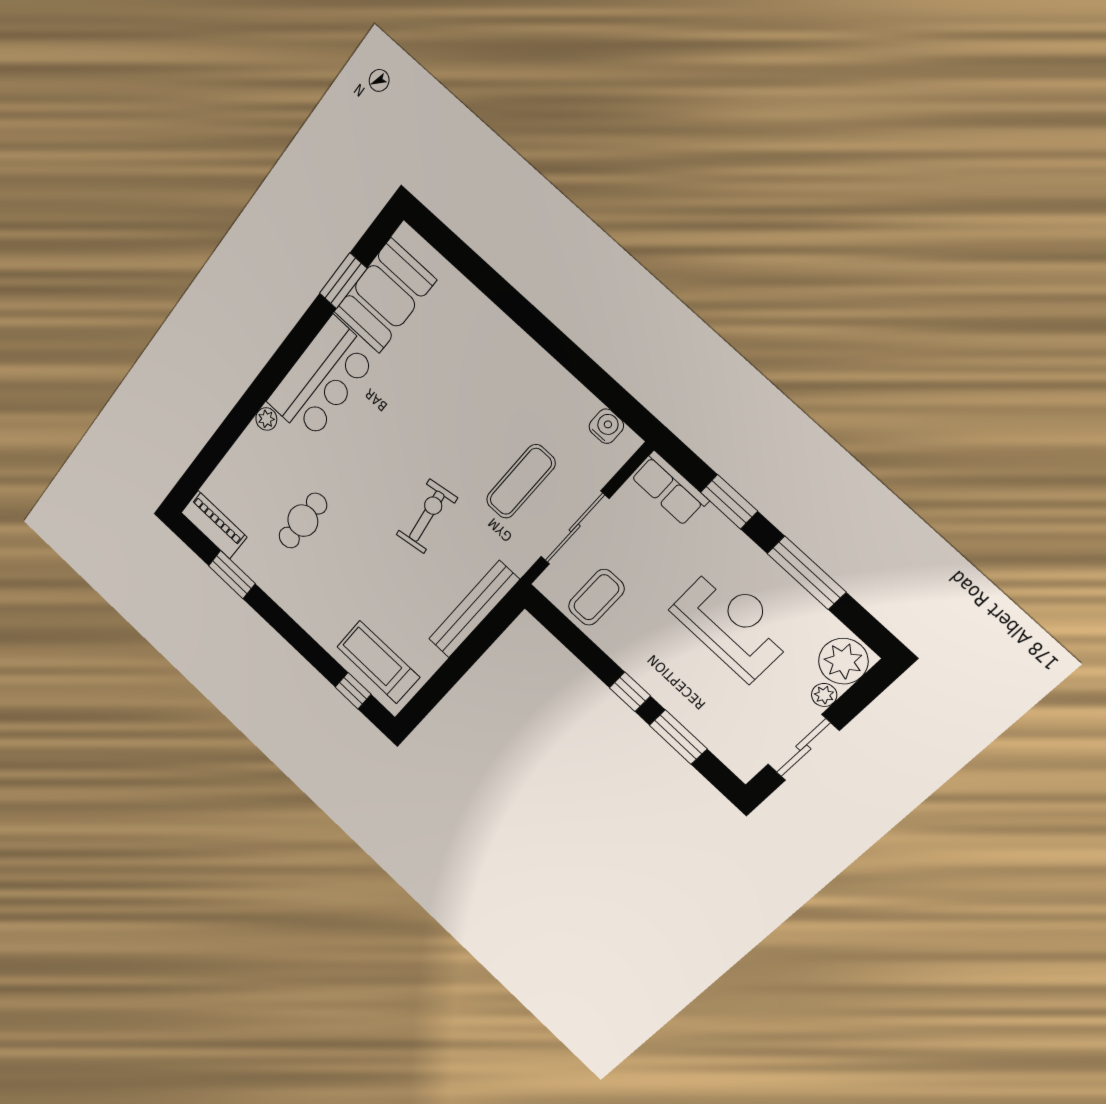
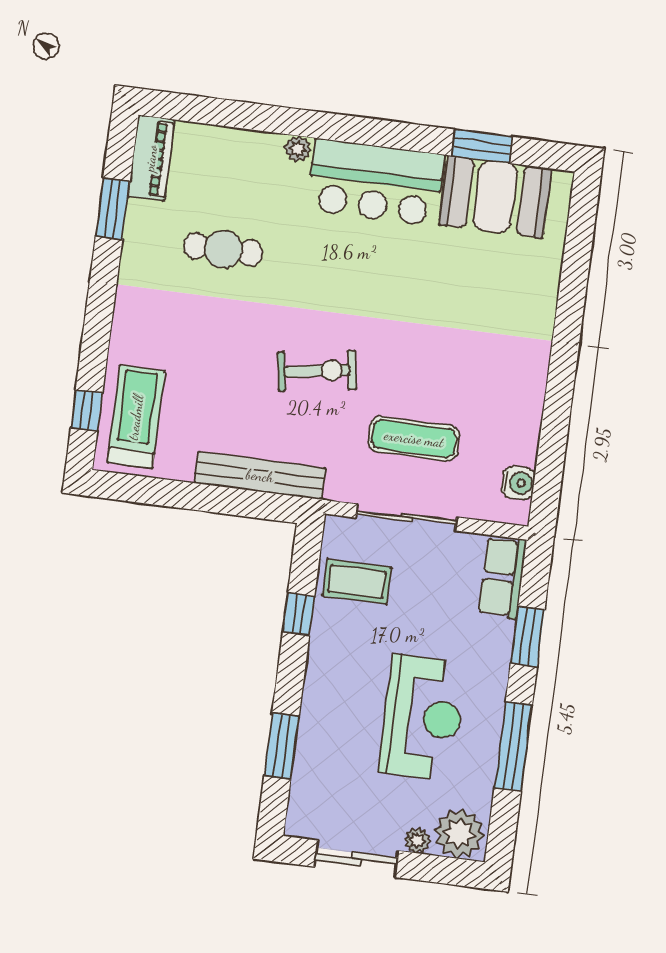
window: (630, 692) -> (299, 614), moved

